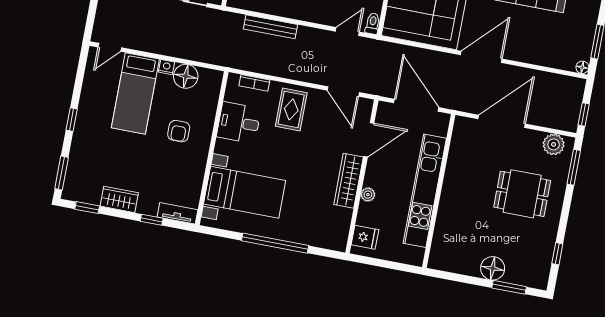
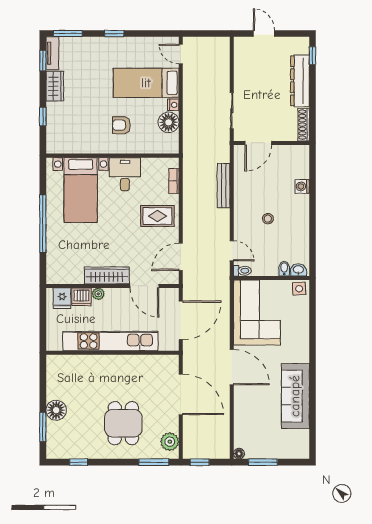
desk: (239, 123) -> (125, 174), moved
tv unit: (177, 213) -> (52, 53), moved
dishwasher: (368, 215) -> (81, 297), added

